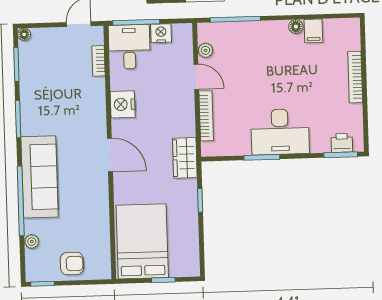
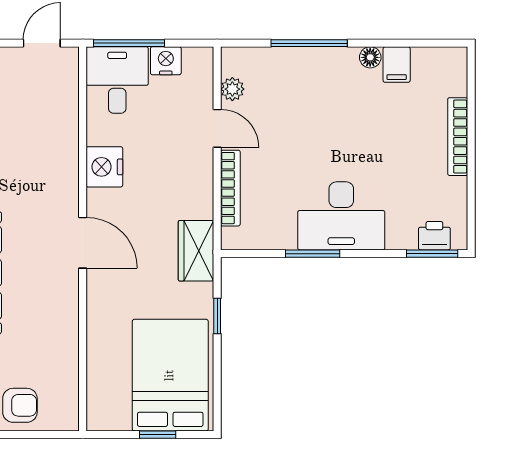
window: (235, 19) -> (309, 43), moved
bookcase: (99, 61) -> (70, 100), removed
bed: (142, 241) -> (170, 375), moved

